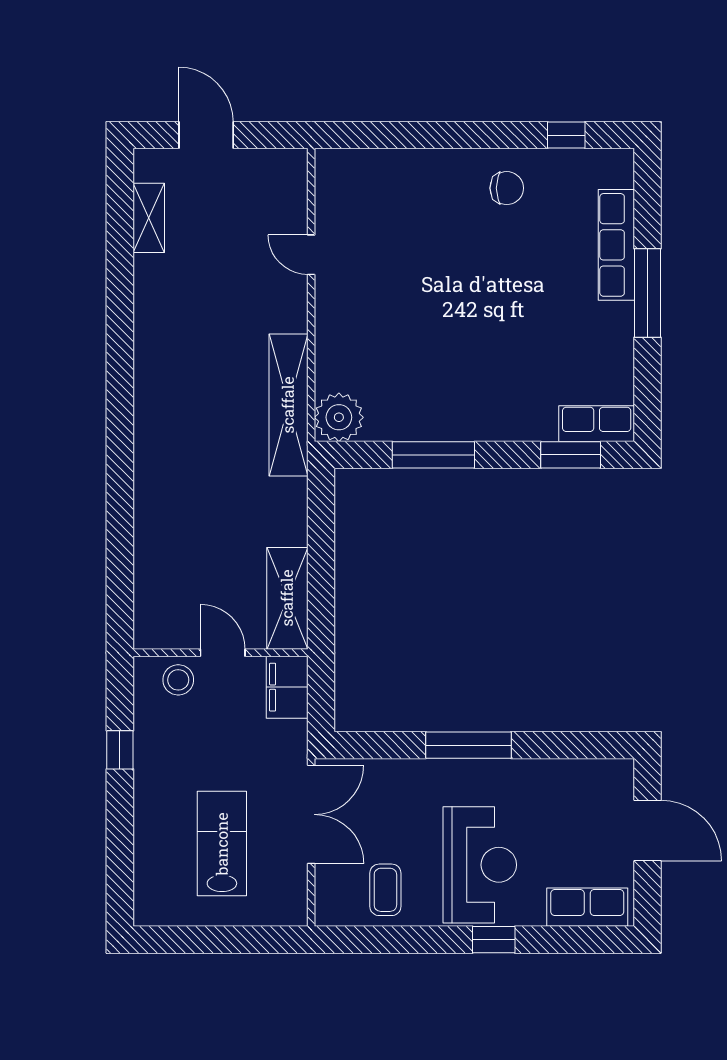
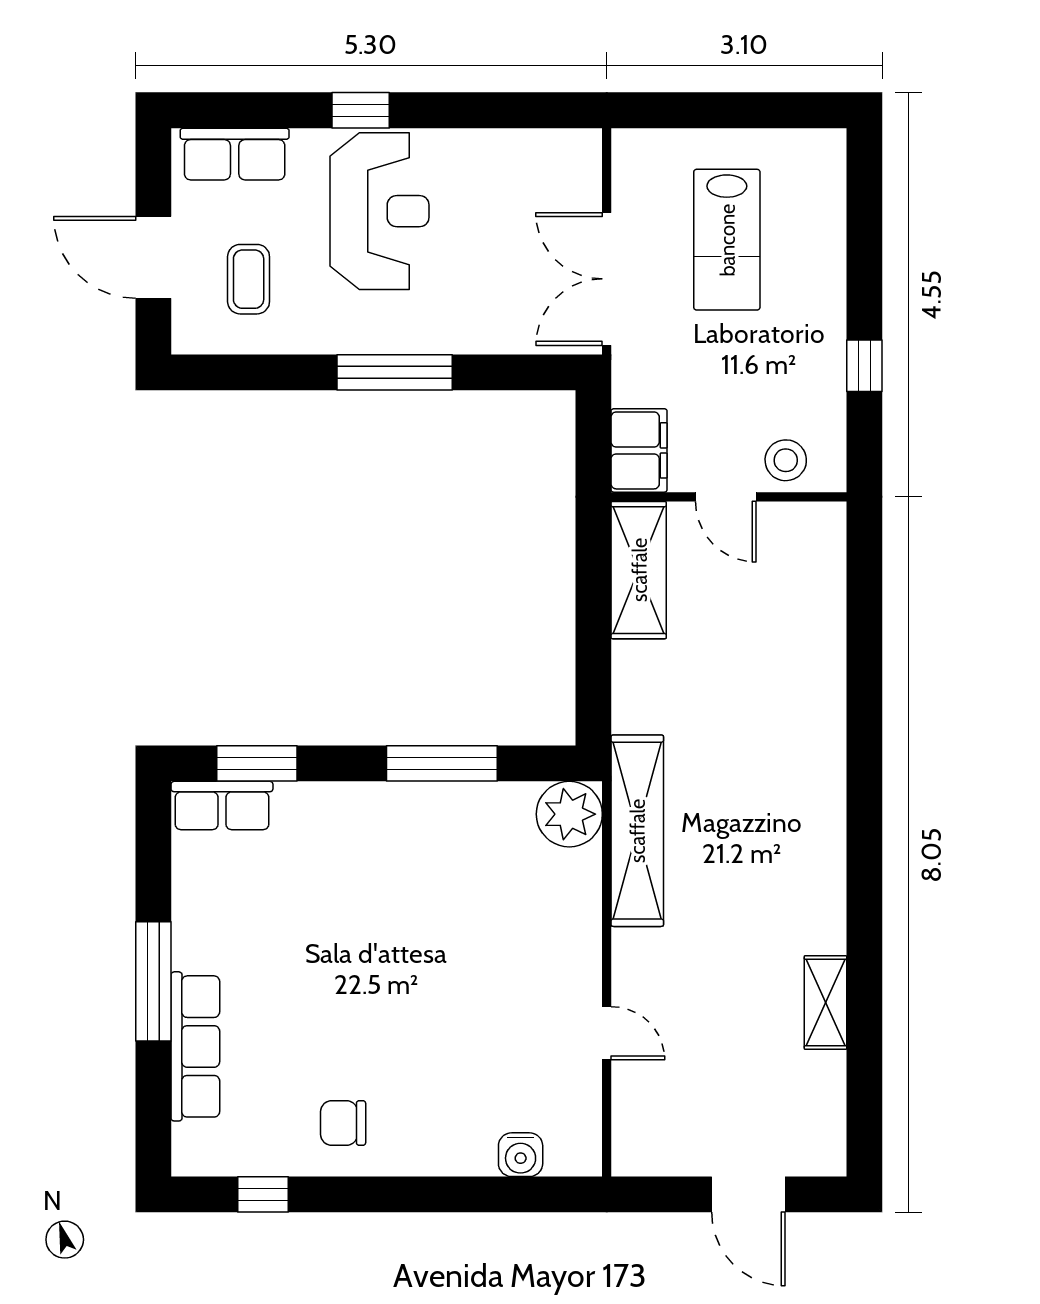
water cooler: (375, 165) -> (521, 1155), added
shelving: (149, 218) -> (825, 1002), moved
reception desk: (480, 865) -> (379, 211), turned 180
coffee table: (385, 890) -> (249, 279), moved

